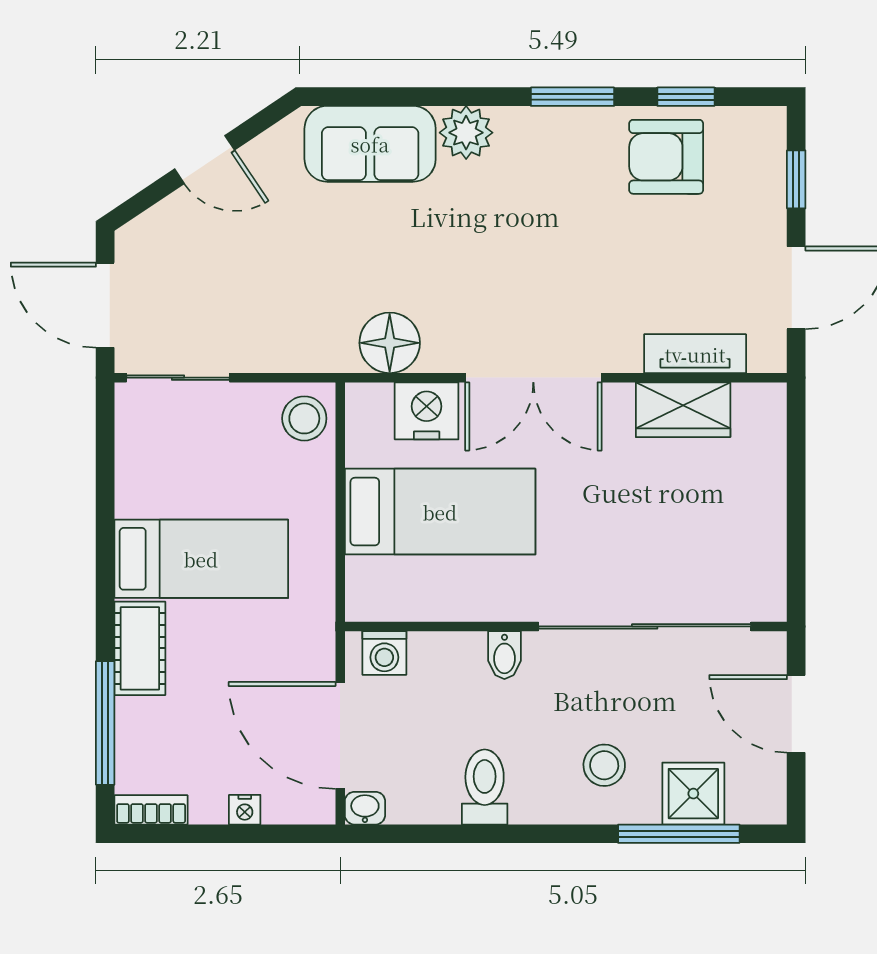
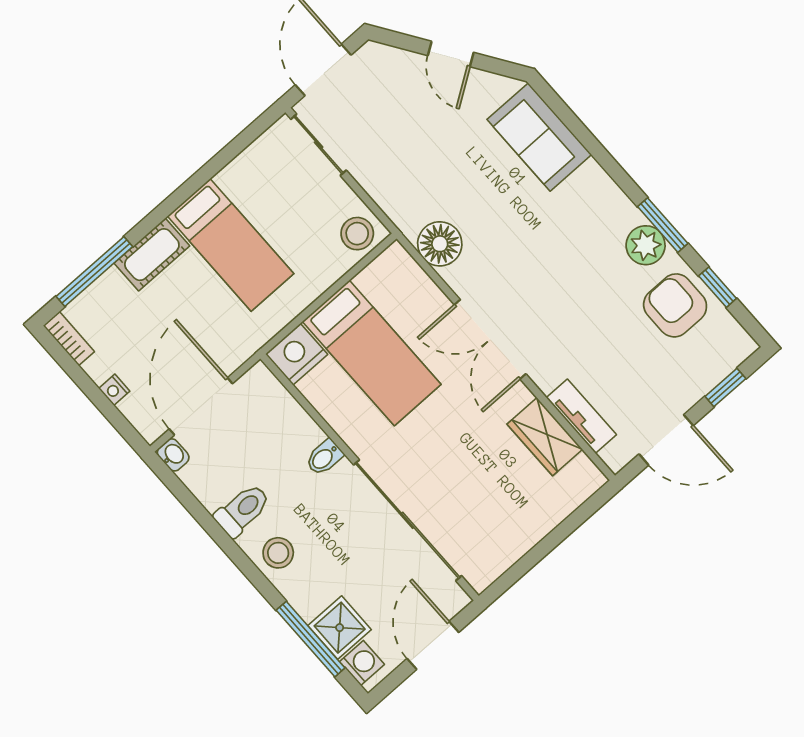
plant: (466, 133) -> (646, 245), moved
nightstand: (427, 411) -> (297, 354), moved, turned -90
washing machine: (384, 653) -> (362, 663), moved, turned 180
stool: (604, 765) -> (278, 553), moved

